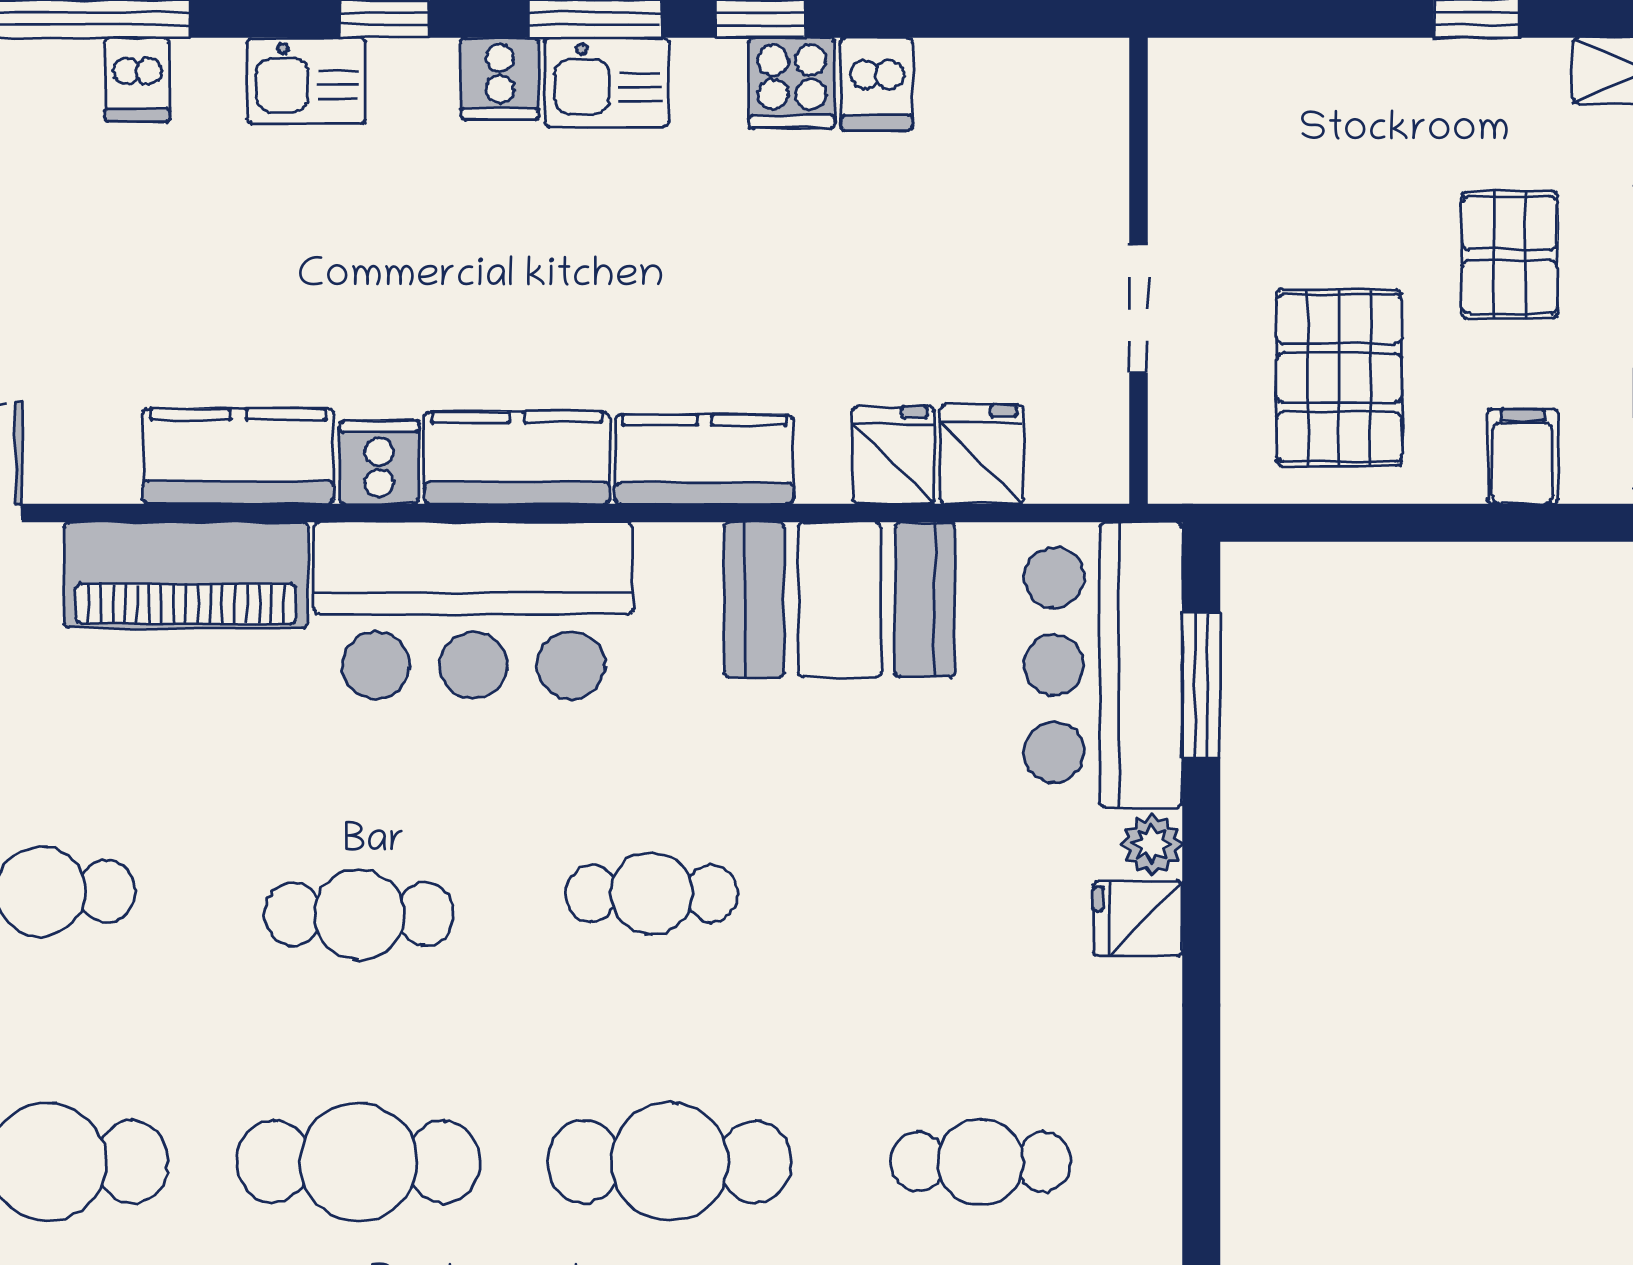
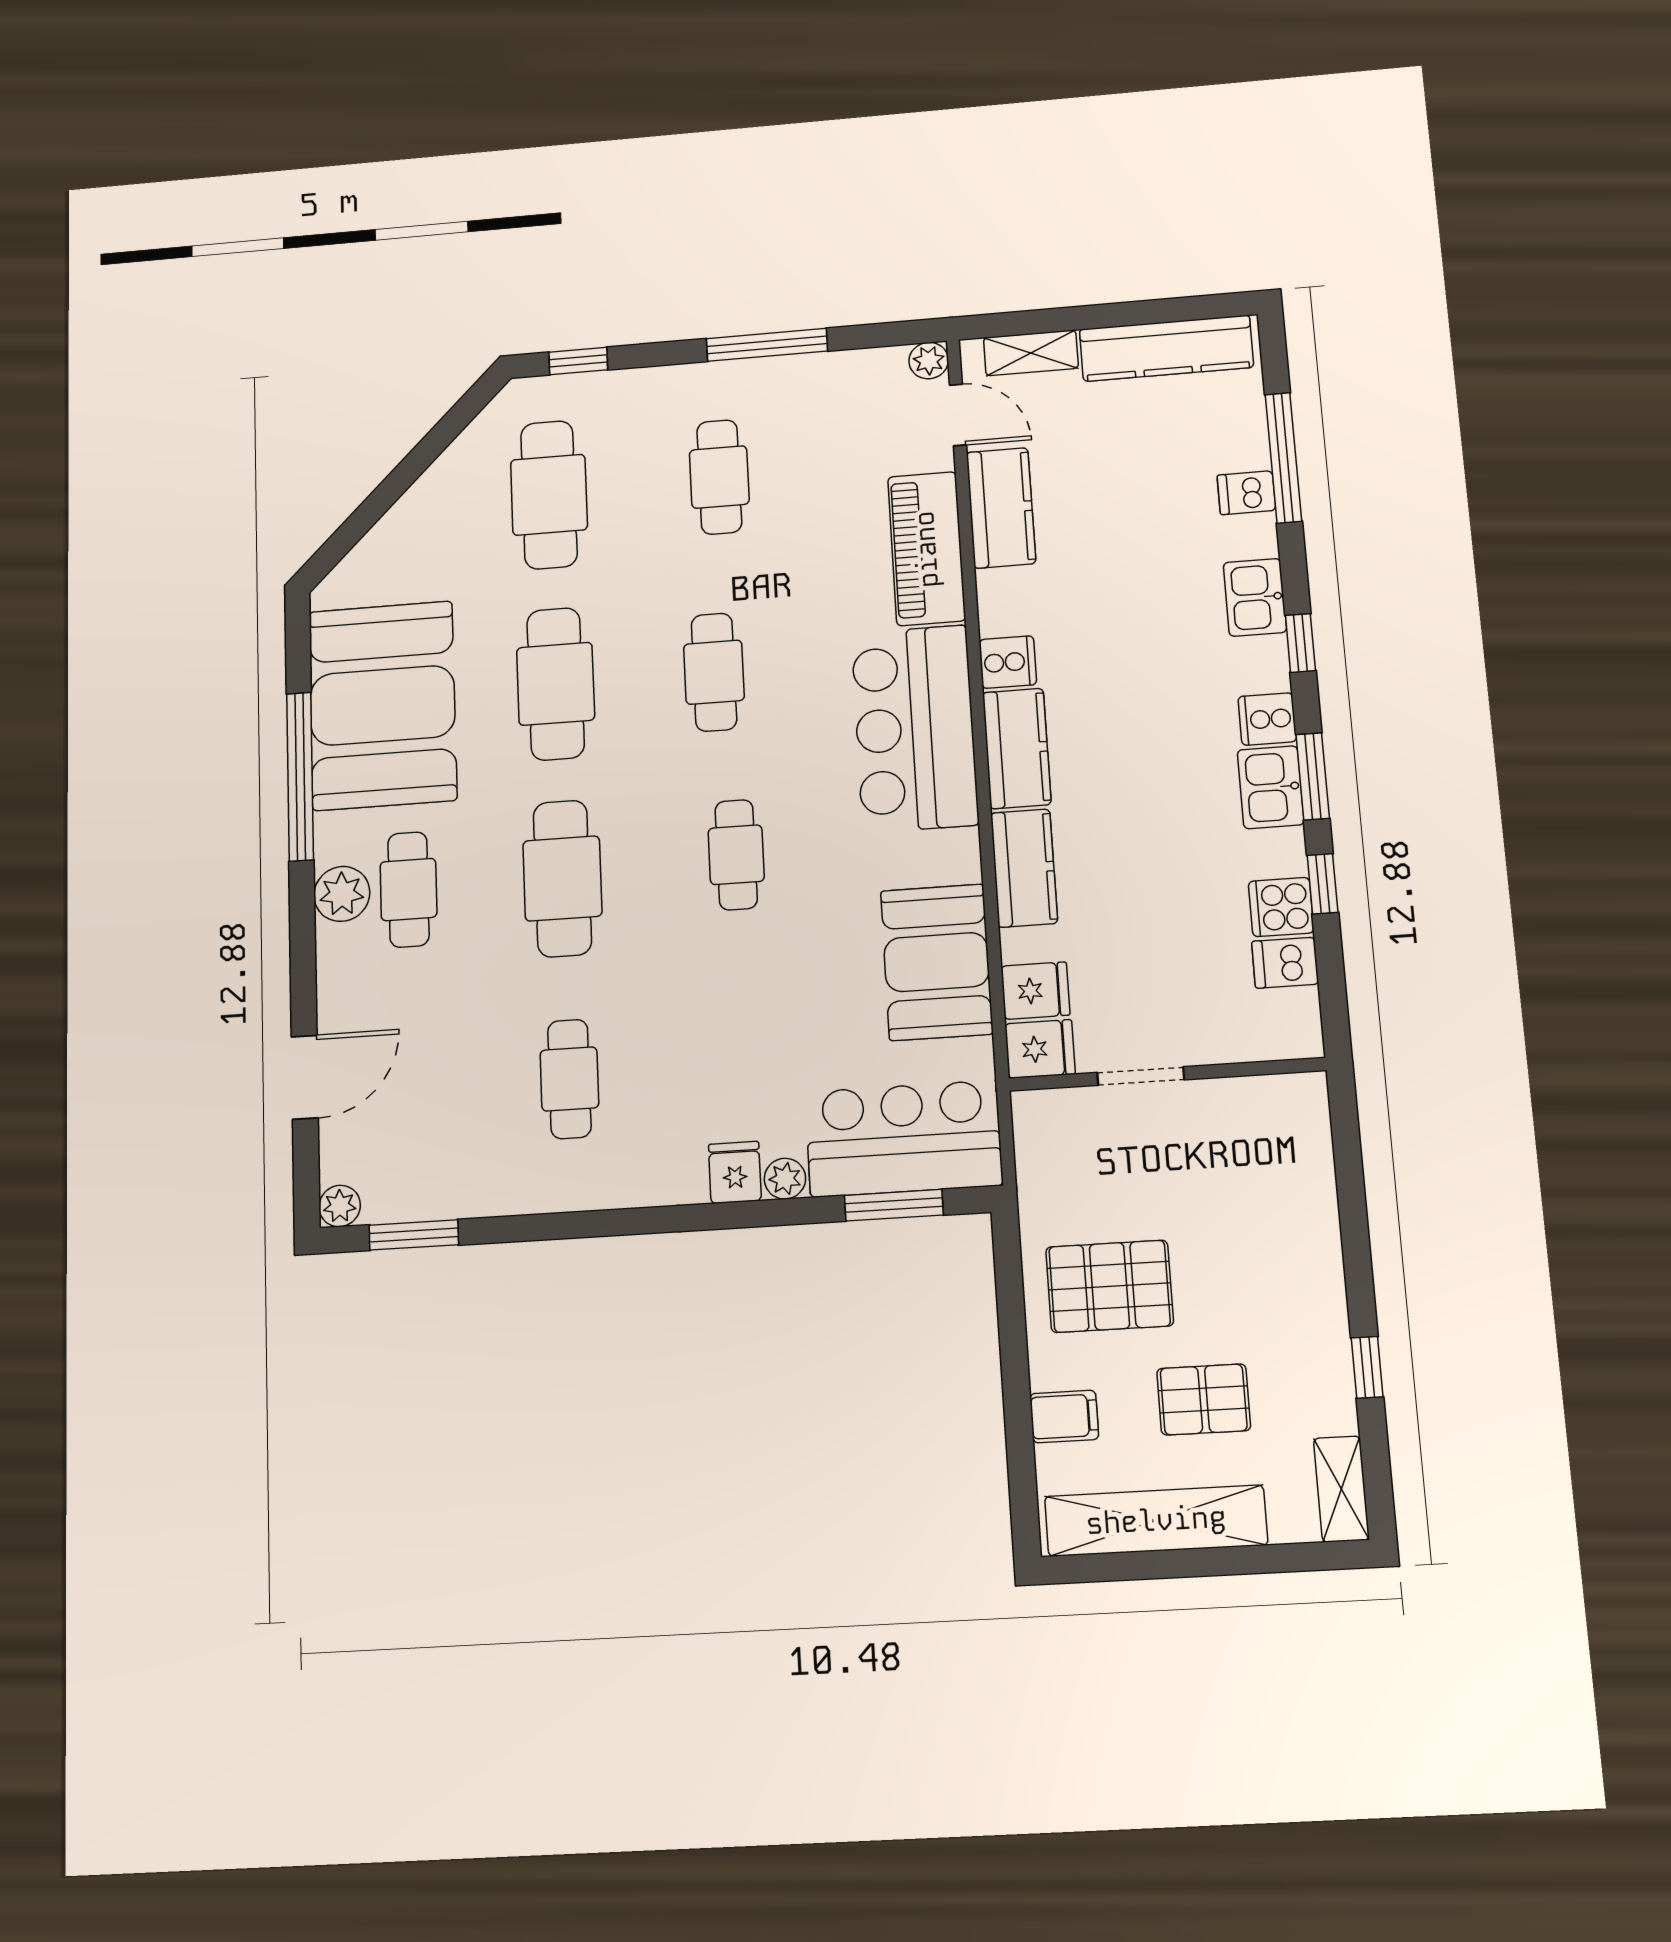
wall: (1138, 271) -> (1167, 1074), moved
doorway: (1138, 309) -> (1141, 1076), moved
kitchen counter: (238, 456) -> (1001, 508), moved

